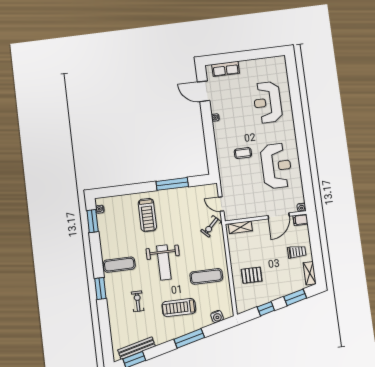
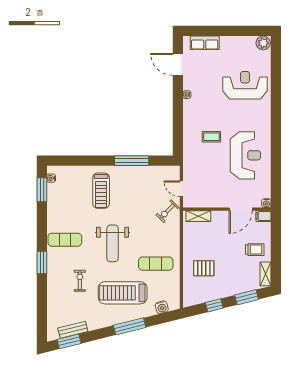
plant: (279, 62) -> (263, 43), added
reception desk: (267, 102) -> (245, 85), turned 90
treadmill: (179, 308) -> (123, 293), width x1.37, depth x1.38
bench: (137, 348) -> (73, 330), width x0.73

